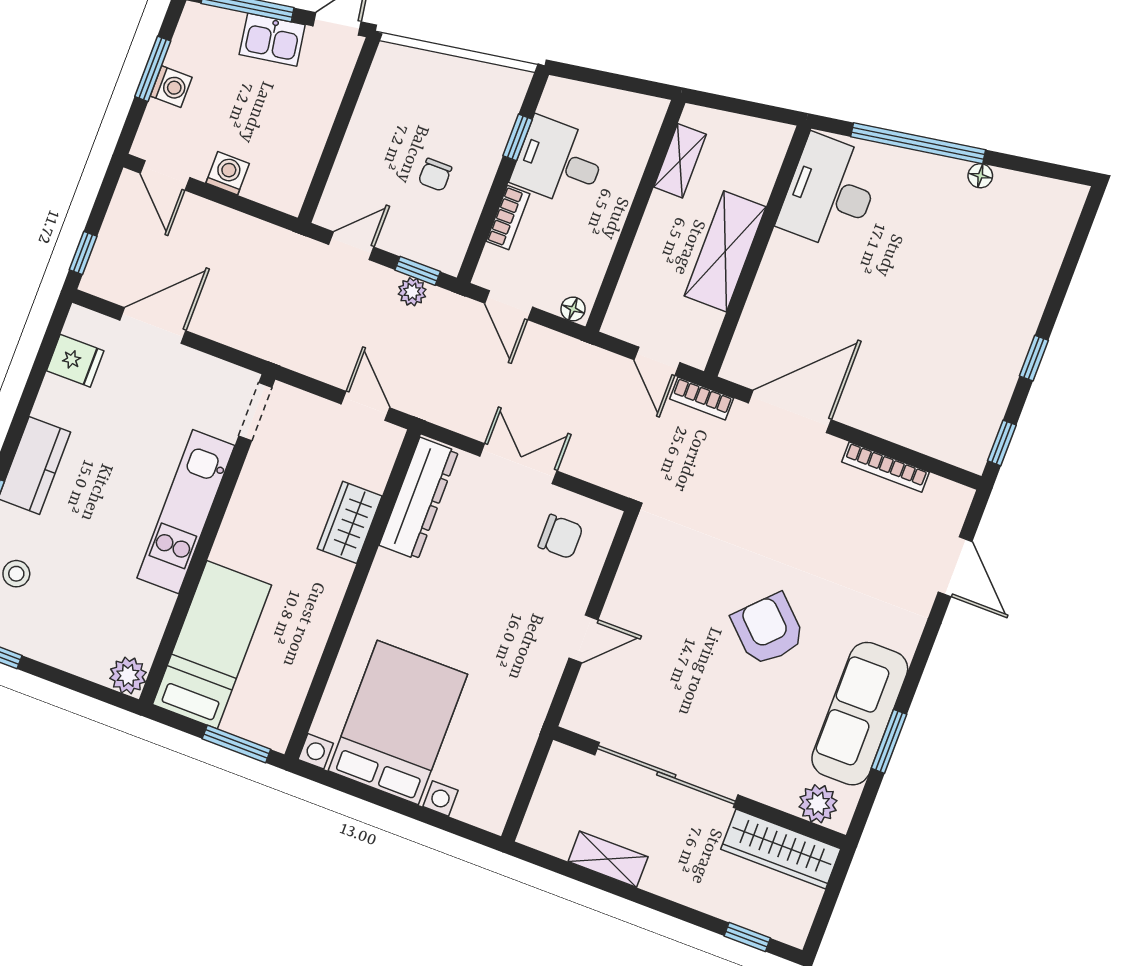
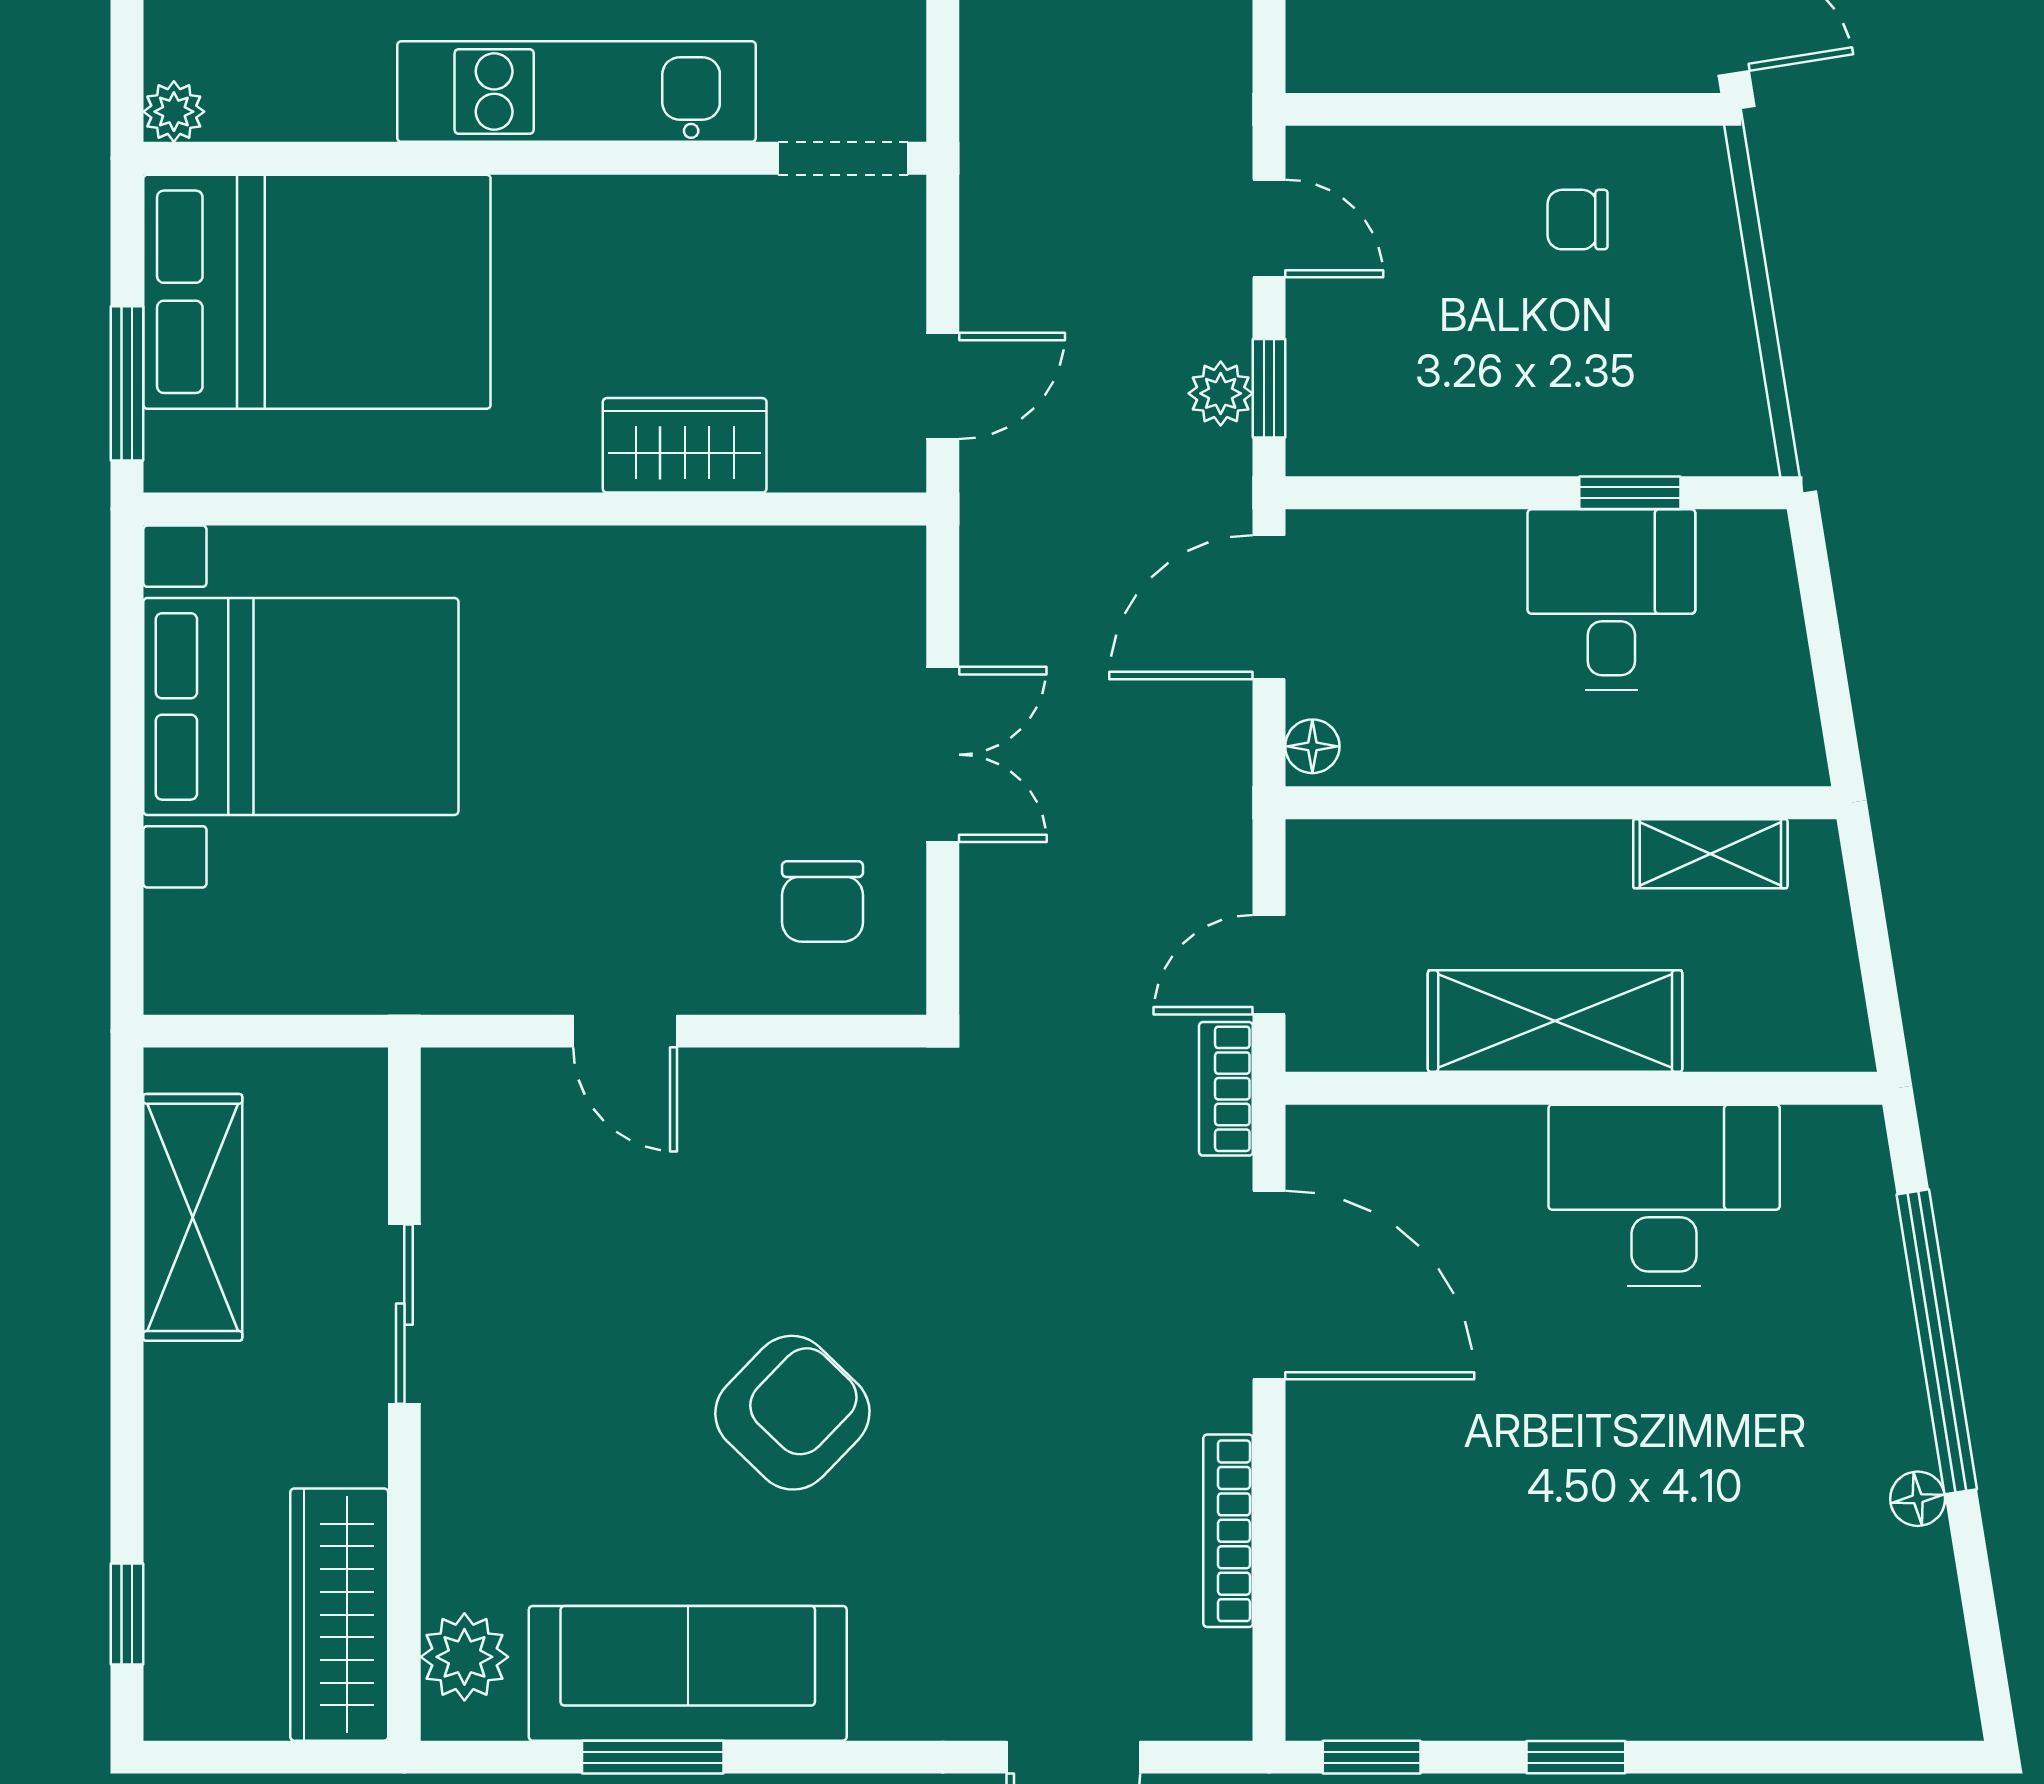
chair: (435, 175) -> (1578, 220), moved
desk: (830, 192) -> (1664, 1195), moved
bookcase: (508, 217) -> (1453, 536), removed
door: (509, 305) -> (1269, 607), width x1.38
dresser: (419, 498) -> (790, 572), removed
bed: (212, 645) -> (317, 292), width x1.50
plant: (128, 675) -> (174, 112), width x0.73, depth x0.73
sliding door: (666, 775) -> (404, 1314), width x0.54
shelving: (608, 859) -> (193, 1217), width x1.50, depth x1.33

